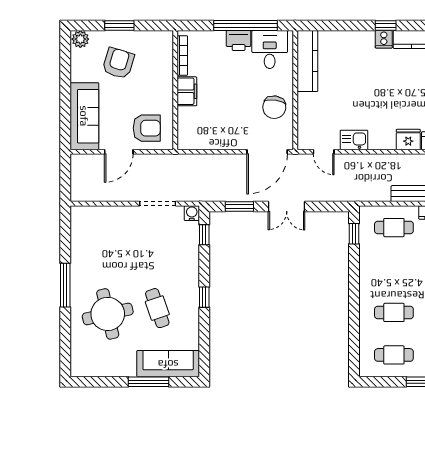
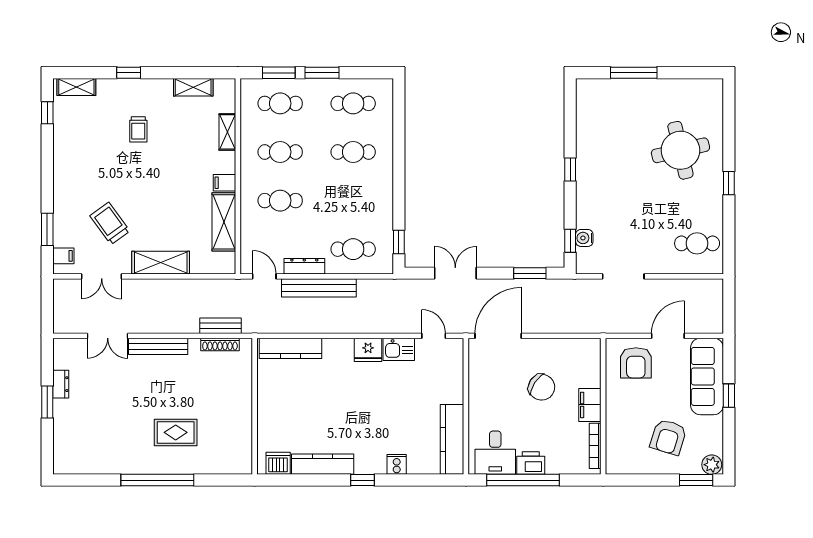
window: (119, 26) -> (696, 480), moved
cooker: (384, 39) -> (397, 464), moved
window: (65, 100) -> (729, 396), added
chair: (274, 107) -> (542, 387), moved, turned 115
armchair: (147, 128) -> (636, 363), turned -90
fridge: (408, 140) -> (368, 350), moved
double door: (287, 207) -> (455, 273), moved
water cooler: (192, 213) -> (584, 238), moved, turned 90
window: (65, 285) -> (729, 183), width x0.46
cafe table: (157, 308) -> (697, 243), moved, turned -71
sofa: (168, 364) -> (611, 94), removed

